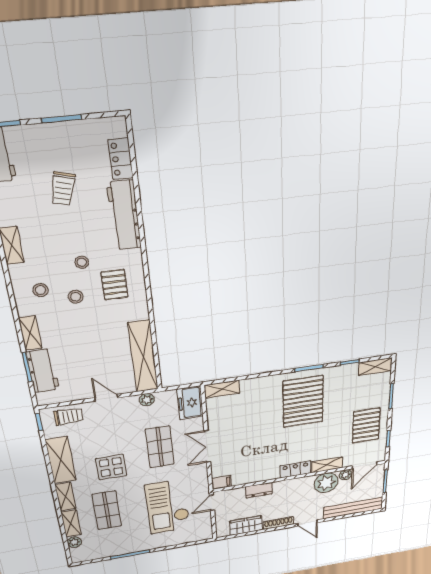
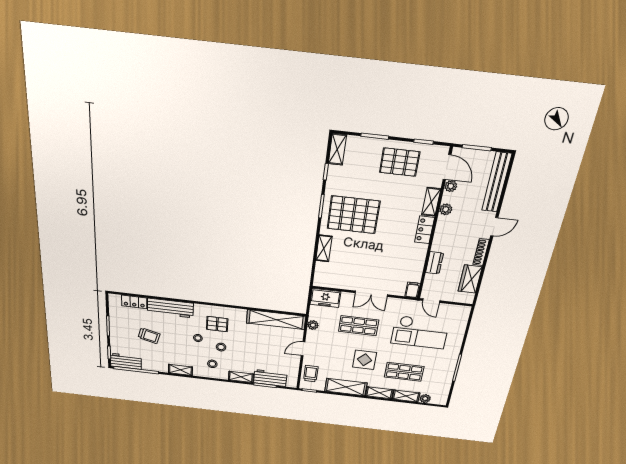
shelving: (222, 389) -> (324, 248), moved
plant: (326, 483) -> (446, 209), width x0.53, depth x0.53

